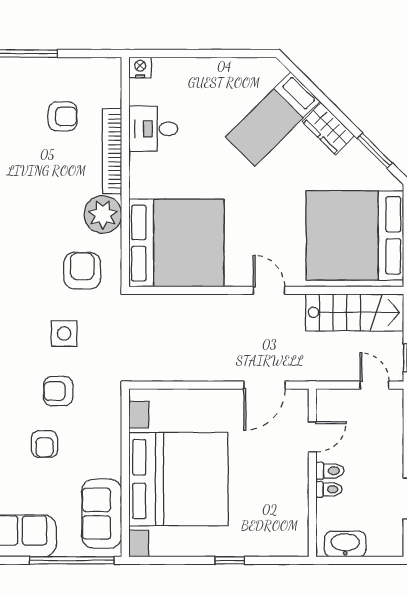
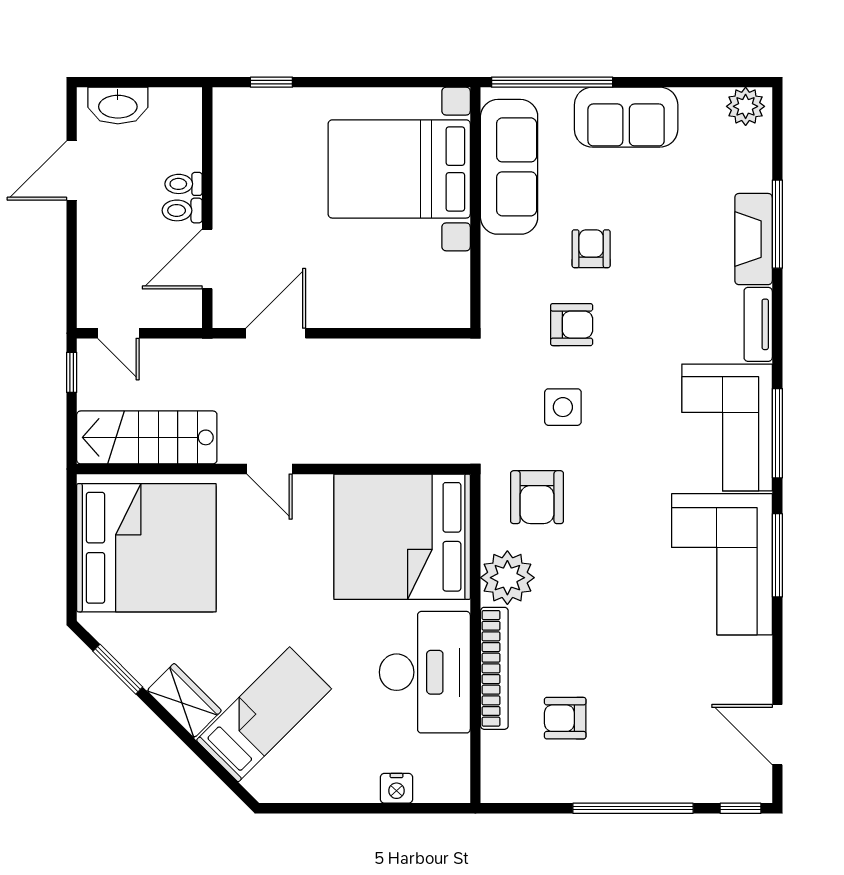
nightstand: (140, 67) -> (396, 788), moved
desk: (153, 129) -> (425, 672), width x1.87, depth x1.30
door: (312, 437) -> (207, 259), width x1.38
bed with nightstands: (178, 479) -> (399, 169), width x0.73
sofa: (102, 514) -> (509, 167), width x1.36
washbasin: (345, 544) -> (118, 106), moved
window: (230, 560) -> (271, 82), moved

